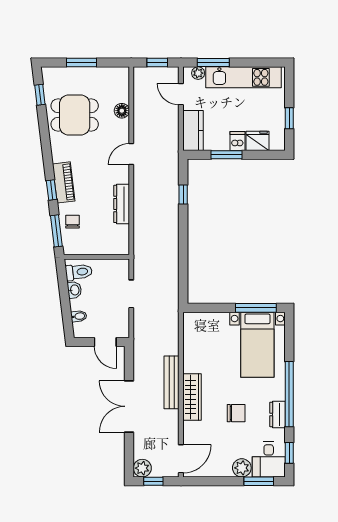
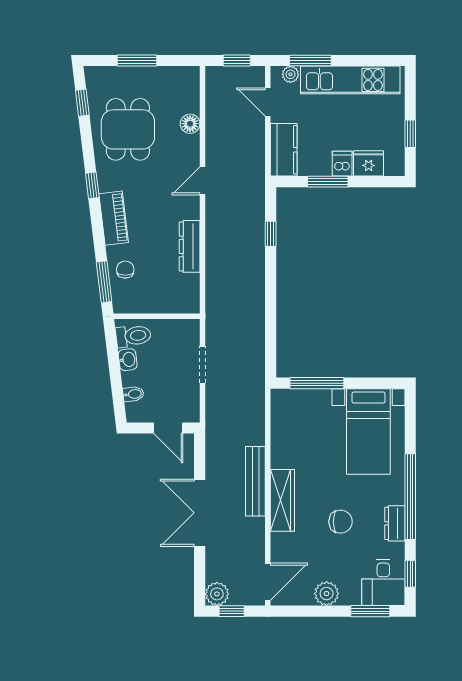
dining table: (75, 115) -> (128, 129), turned 90
window: (51, 190) -> (92, 185), moved
window: (256, 308) -> (317, 383), moved
plant: (242, 468) -> (327, 594), moved

